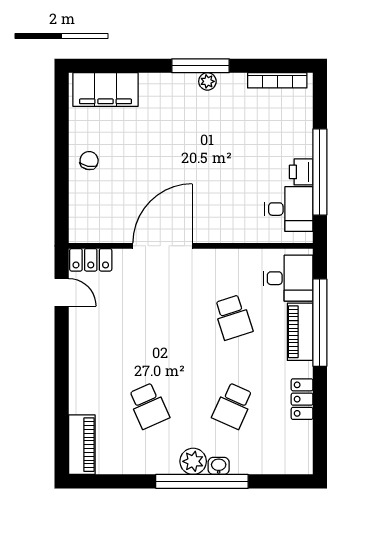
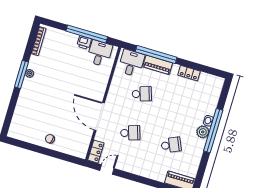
filing cabinet: (106, 90) -> (19, 122), removed
school desk: (233, 406) -> (130, 133), moved, turned -42

